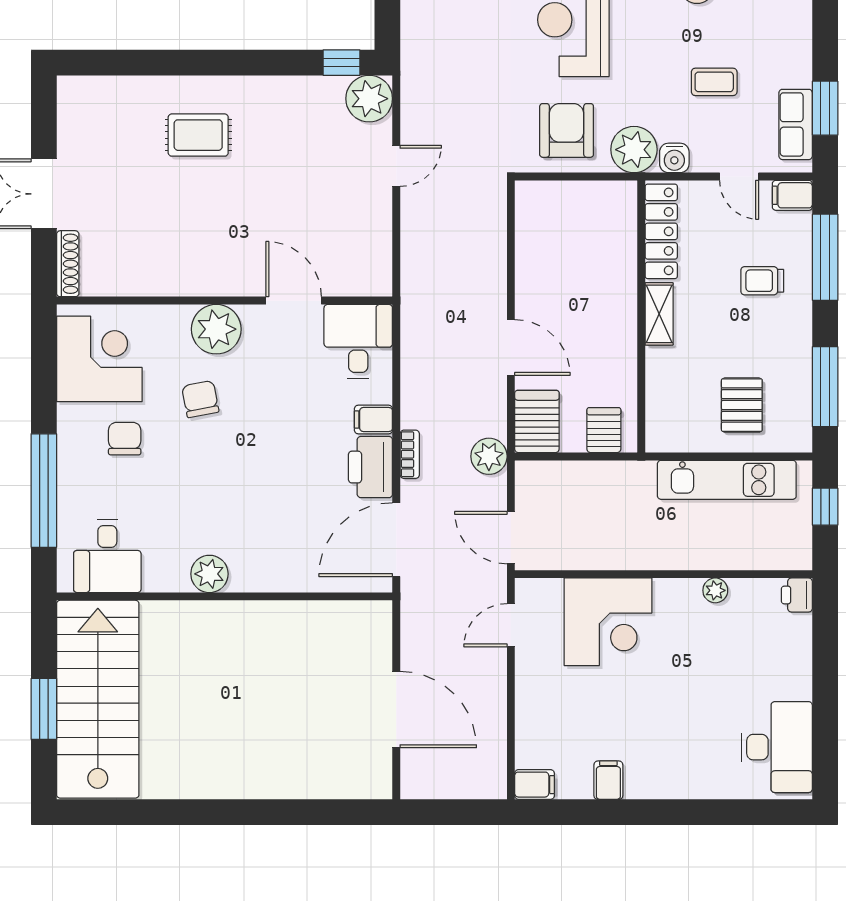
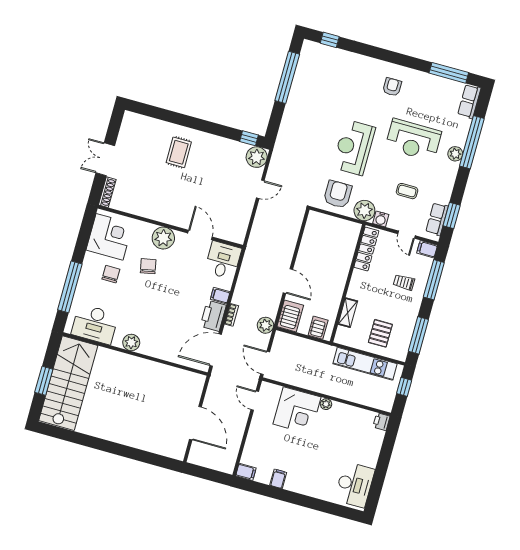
rug: (198, 135) -> (179, 152), turned 90
shelving: (659, 314) -> (348, 313), moved
desk: (107, 556) -> (95, 324), width x1.37
plant: (715, 590) -> (326, 404), moved
door: (511, 625) -> (255, 401), hinge flipped

